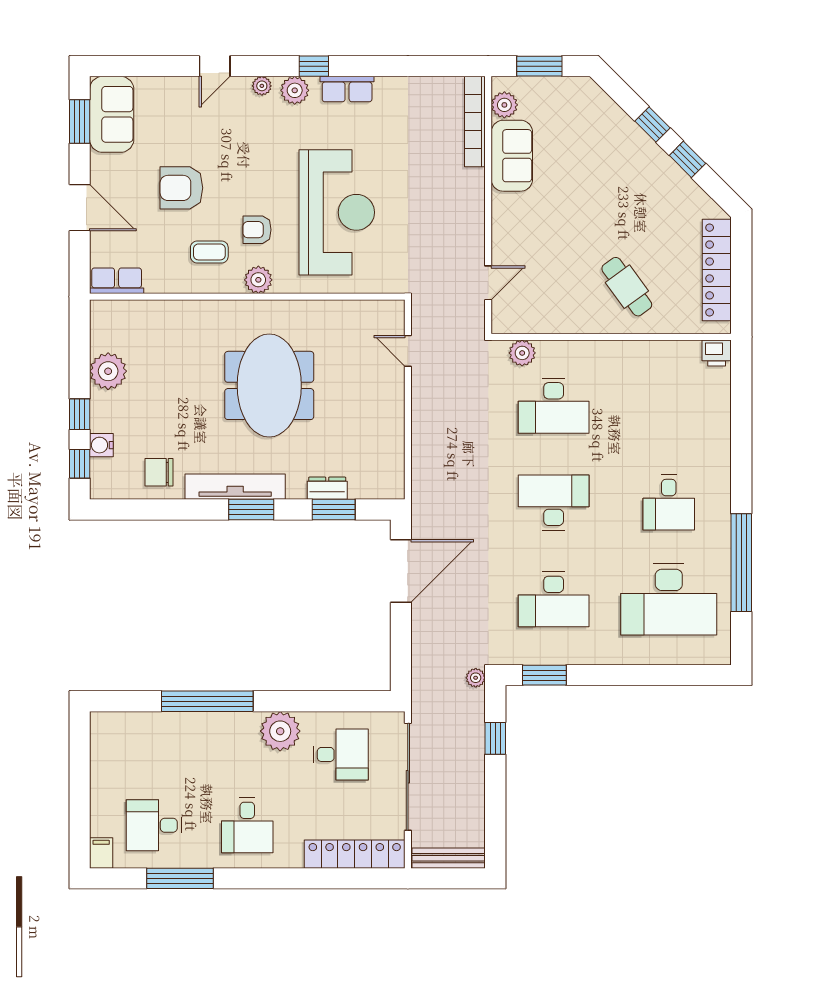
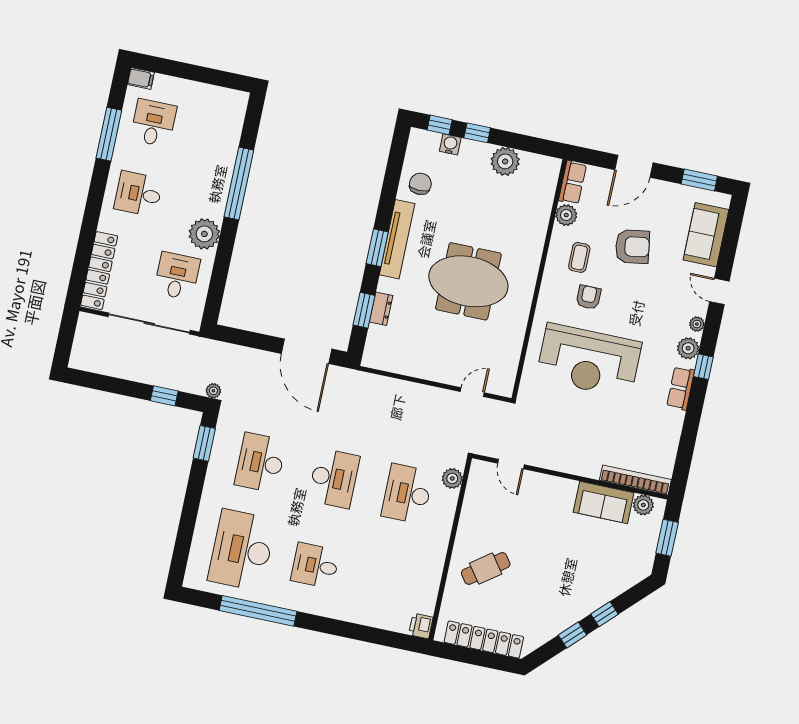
sofa: (112, 114) -> (706, 235), moved, turned 90
armchair: (181, 188) -> (632, 247), turned 81
plant: (258, 280) -> (566, 215), moved
desk: (341, 754) -> (177, 276), turned 180
bench: (449, 858) -> (81, 341), removed

